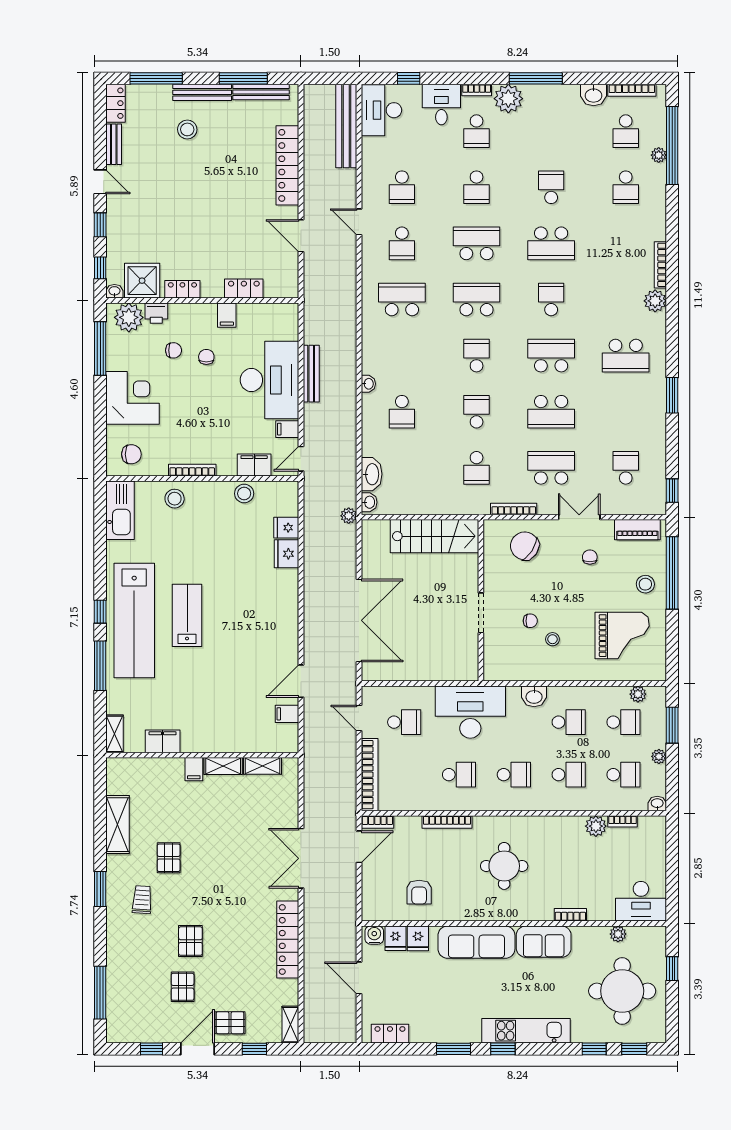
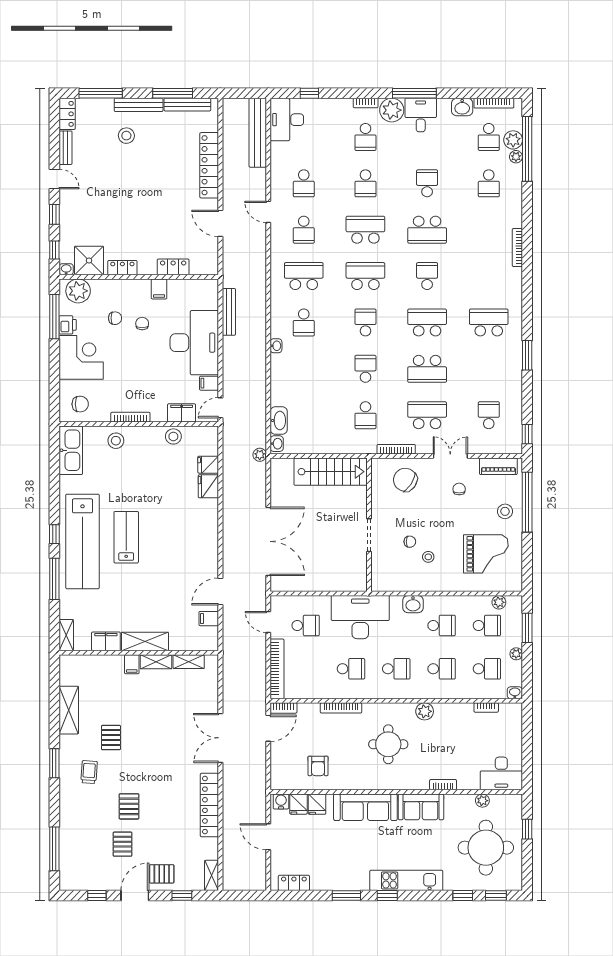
desk: (441, 105) -> (421, 115), moved
plant: (655, 301) -> (513, 140), moved
printer: (156, 313) -> (68, 325), moved, turned -90
school desk: (626, 356) -> (489, 322), turned 180
bench: (311, 374) -> (229, 312), moved
school desk: (402, 412) -> (304, 322), moved
shelving: (210, 742) -> (145, 641), added
plant: (596, 826) -> (425, 711), moved

